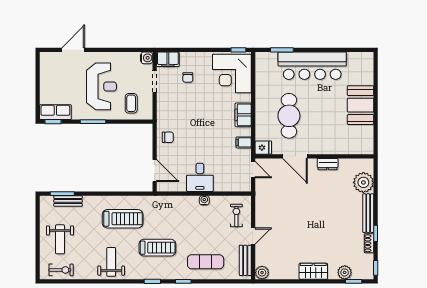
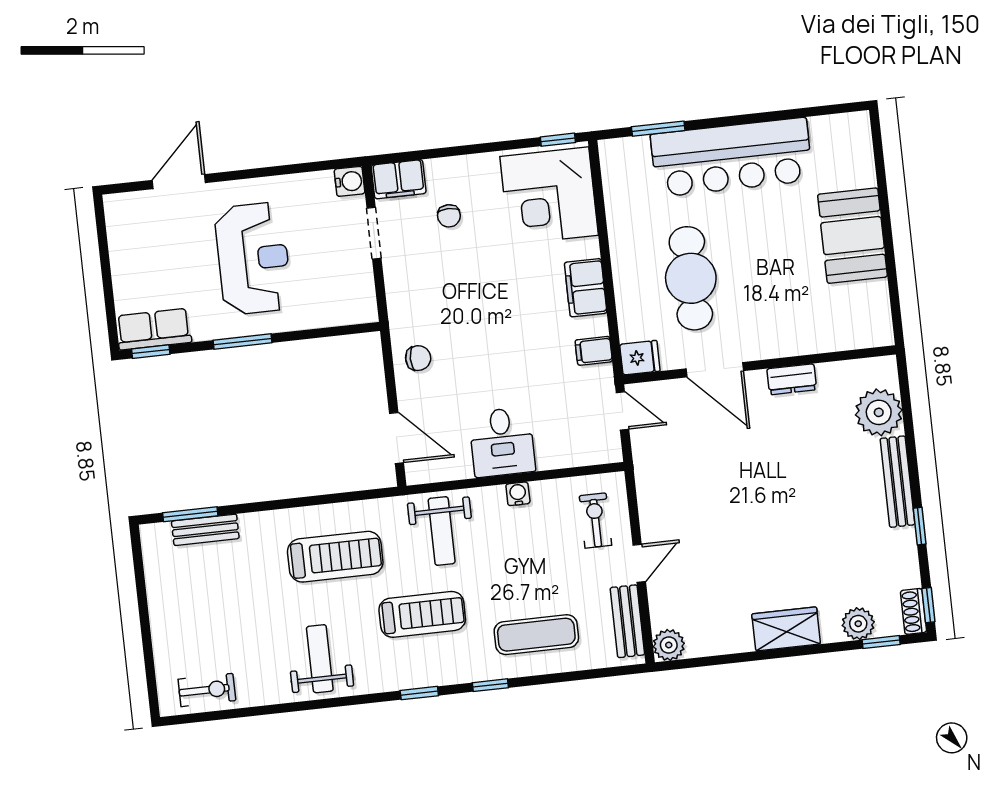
coffee table: (131, 103) -> (326, 290), removed
weight bench: (60, 239) -> (442, 531), moved
shoe rack: (369, 243) -> (914, 611), moved

